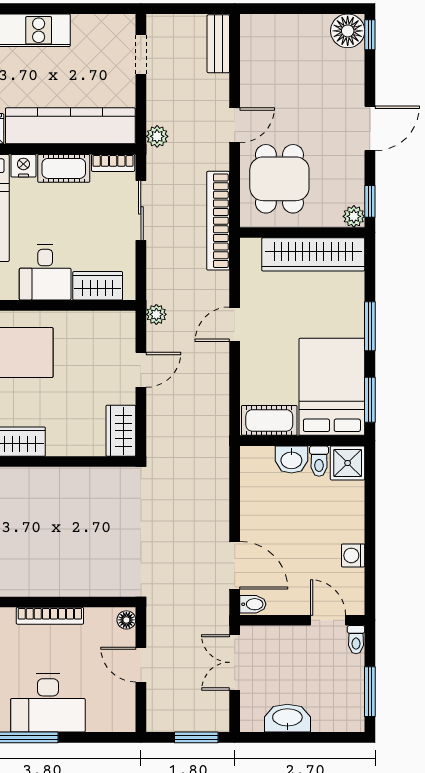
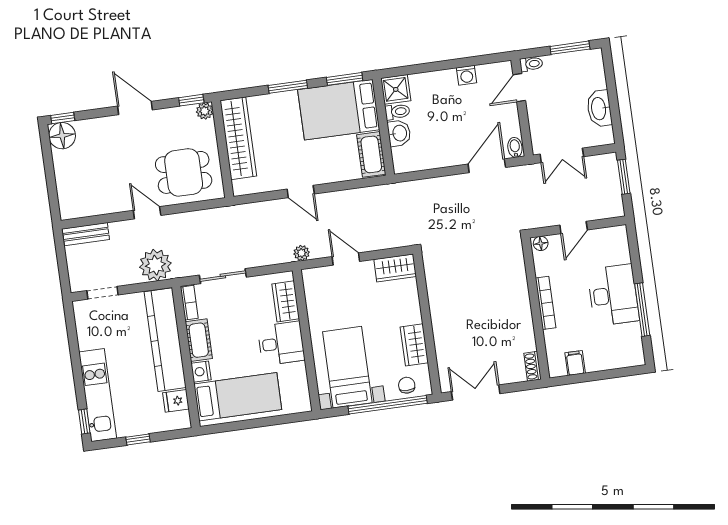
plant: (157, 136) -> (155, 265), width x1.87, depth x1.87
bookcase: (218, 221) -> (223, 215), removed

